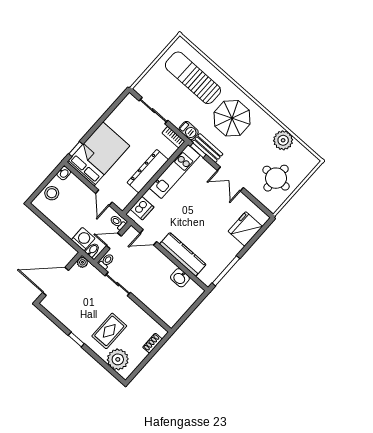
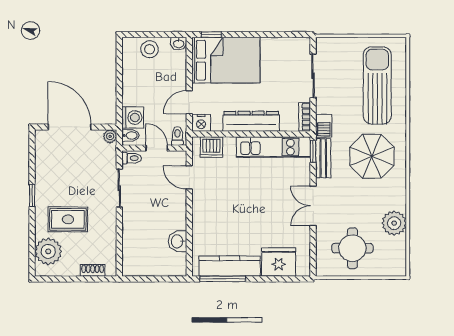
nightstand: (122, 202) -> (201, 123), added
kitchen counter: (183, 254) -> (230, 266), moved, turned -90

